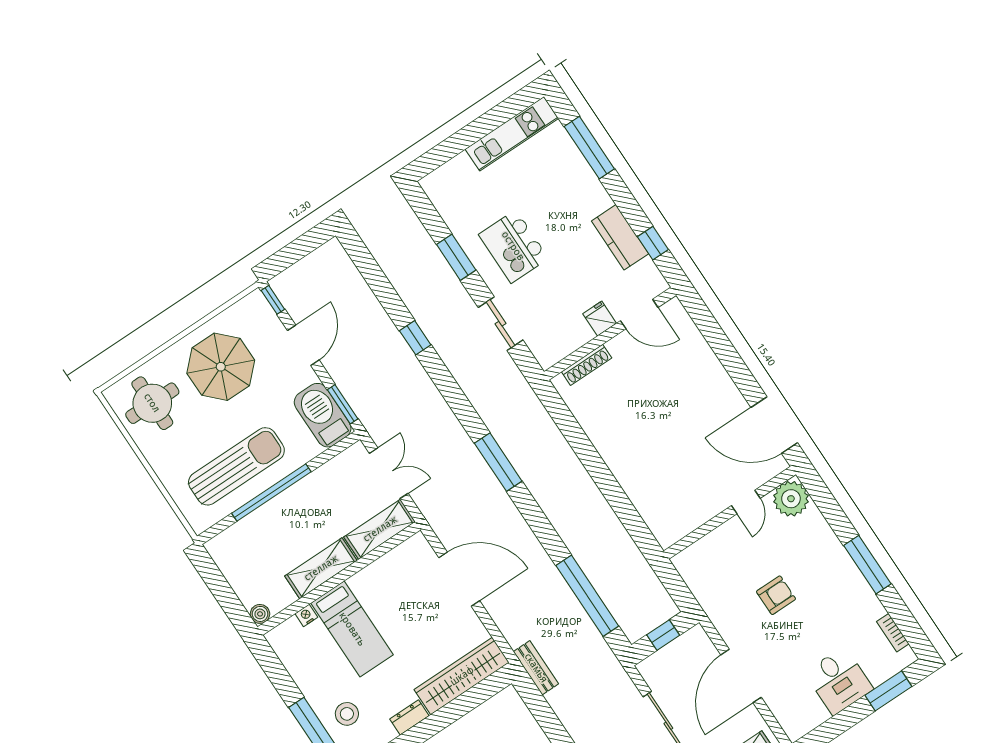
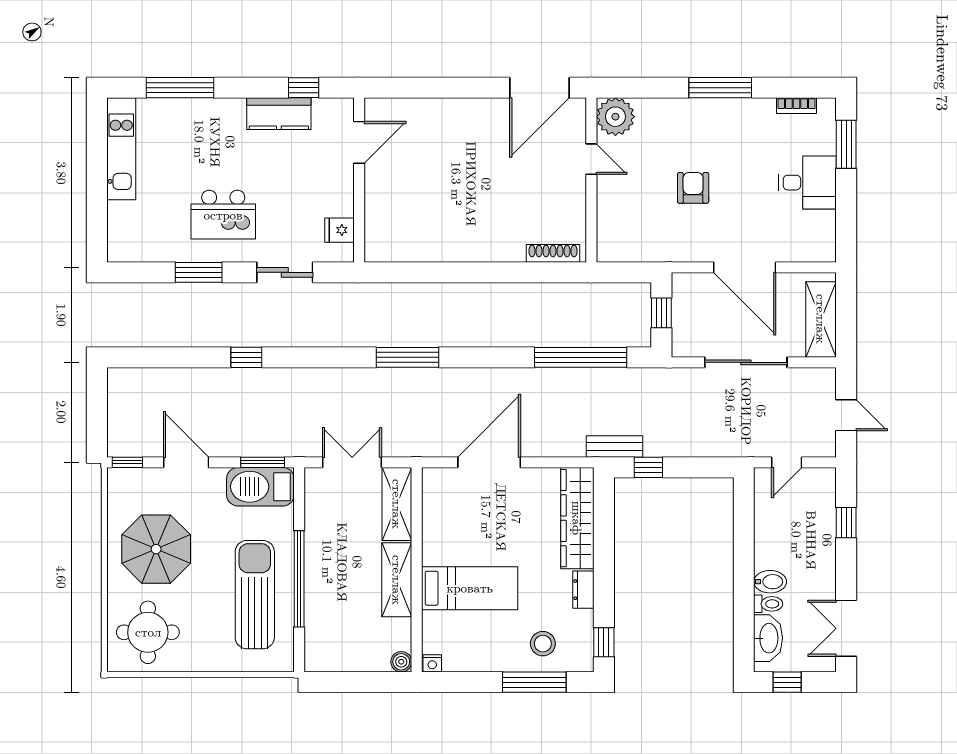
fridge: (600, 319) -> (339, 230), moved
shoe rack: (587, 365) -> (553, 253), moved, turned -90
nightstand: (306, 615) -> (432, 663), moved, turned -90
window: (537, 705) -> (648, 467), added

